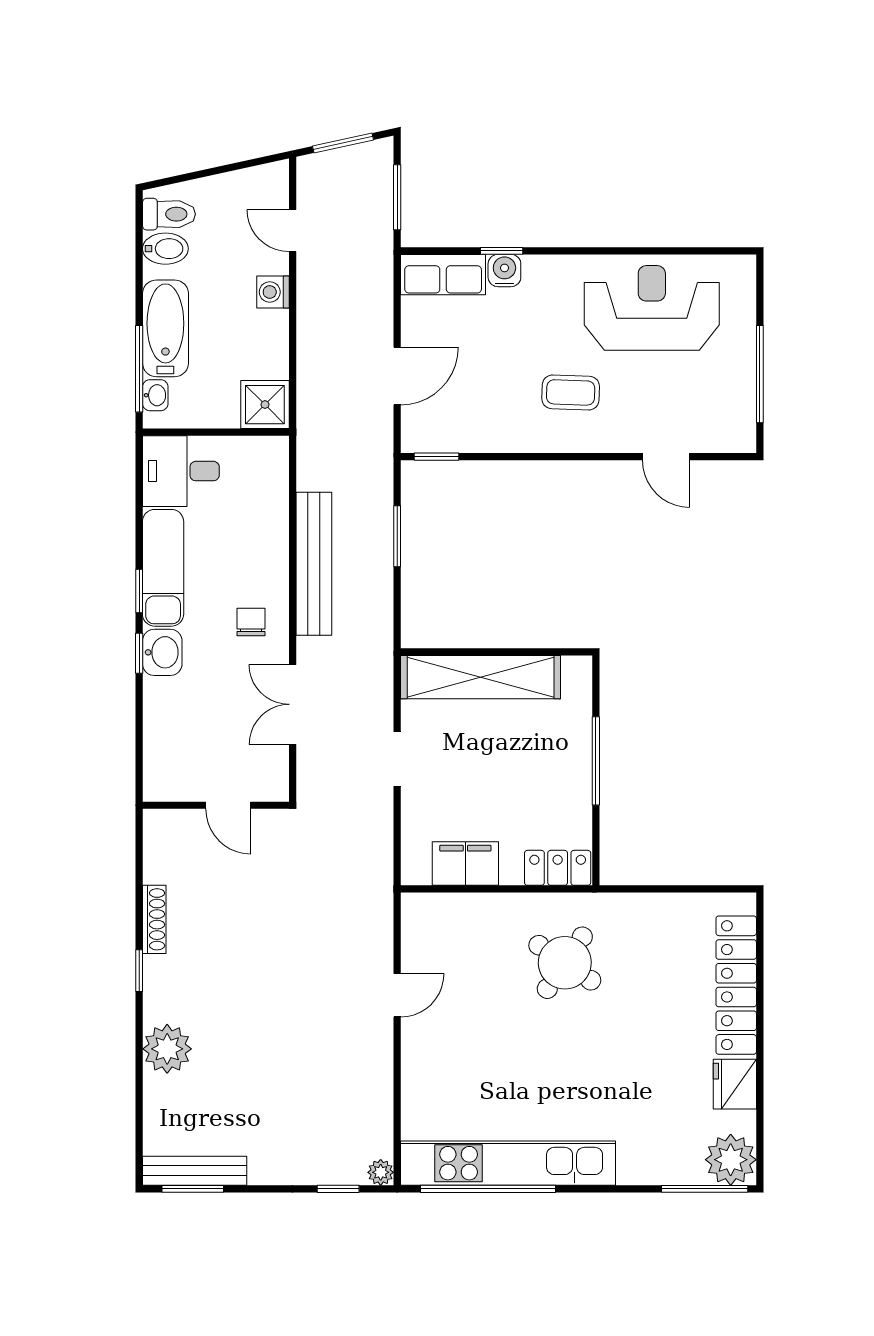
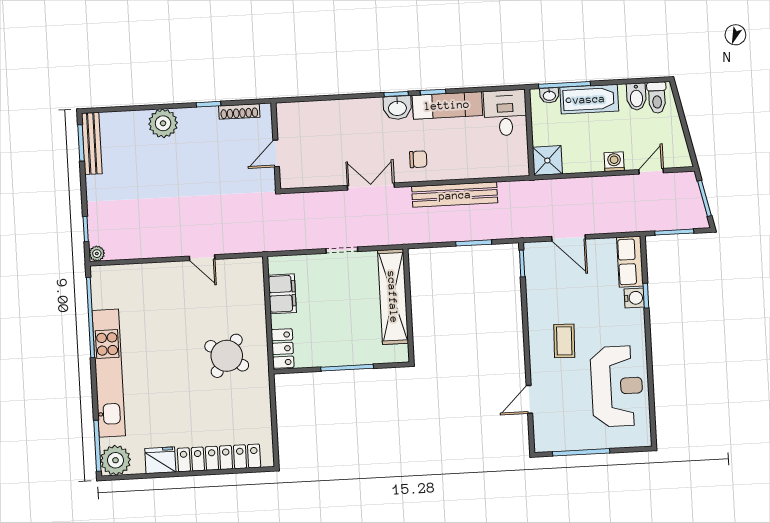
wall: (216, 805) -> (276, 146), moved
door: (228, 805) -> (276, 153), moved
kitchen unit: (508, 1163) -> (109, 373), moved

